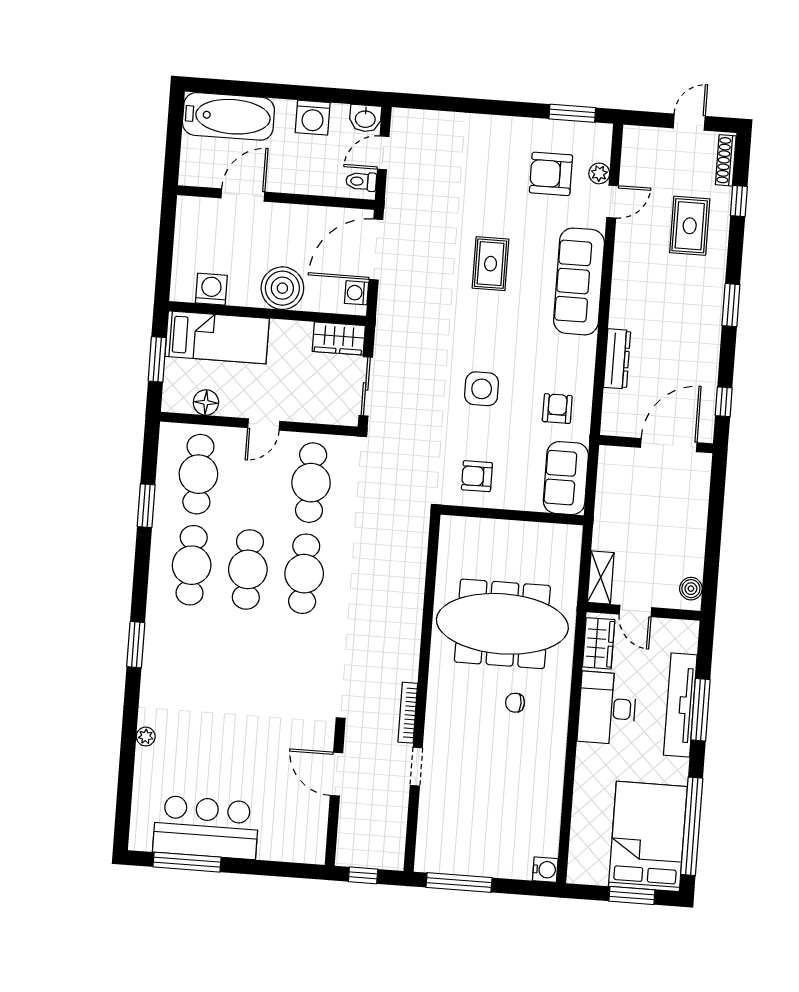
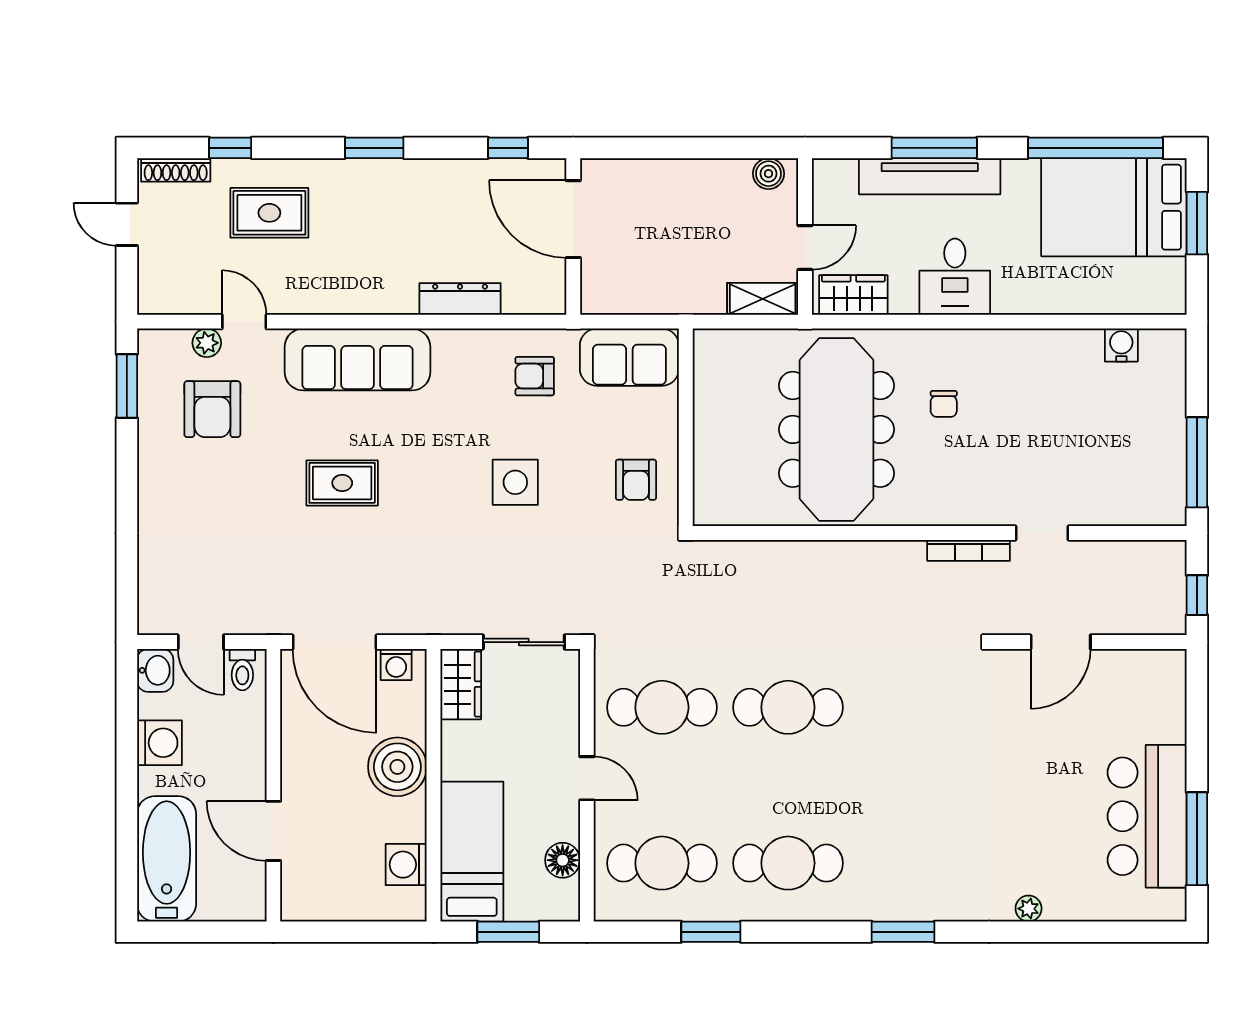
cafe table: (248, 569) -> (788, 785), removed
desk: (607, 708) -> (955, 277), width x0.73
water cooler: (545, 870) -> (1121, 345), moved

